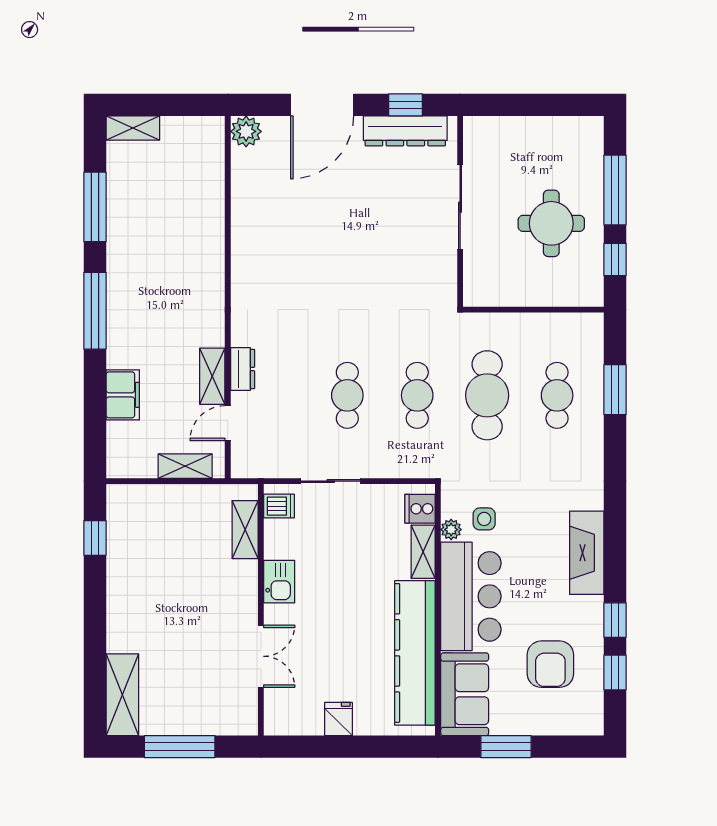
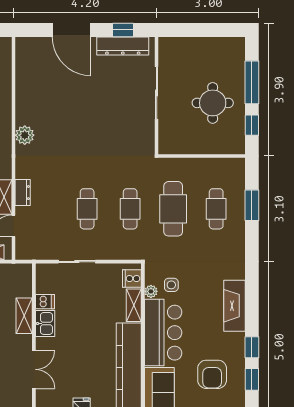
door: (322, 105) -> (72, 30), hinge flipped
plant: (246, 131) -> (25, 135), moved
dishwasher: (279, 506) -> (45, 302), moved
shelving: (245, 530) -> (24, 316), moved

